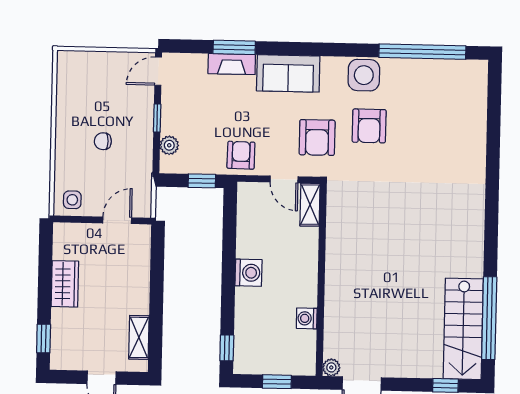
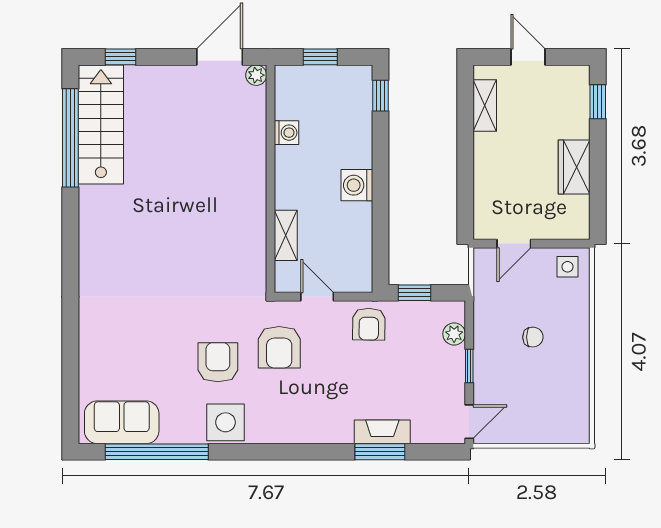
sofa: (288, 73) -> (122, 422), moved
armchair: (317, 137) -> (279, 347), turned 180
shelving: (310, 205) -> (286, 235), moved

